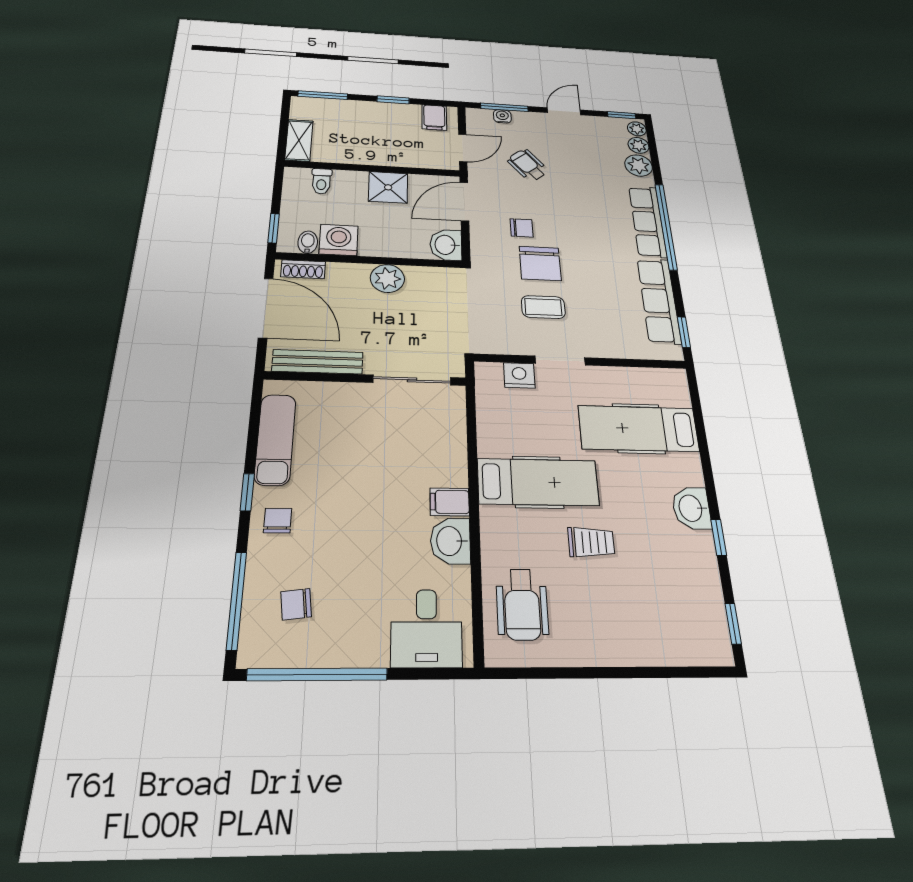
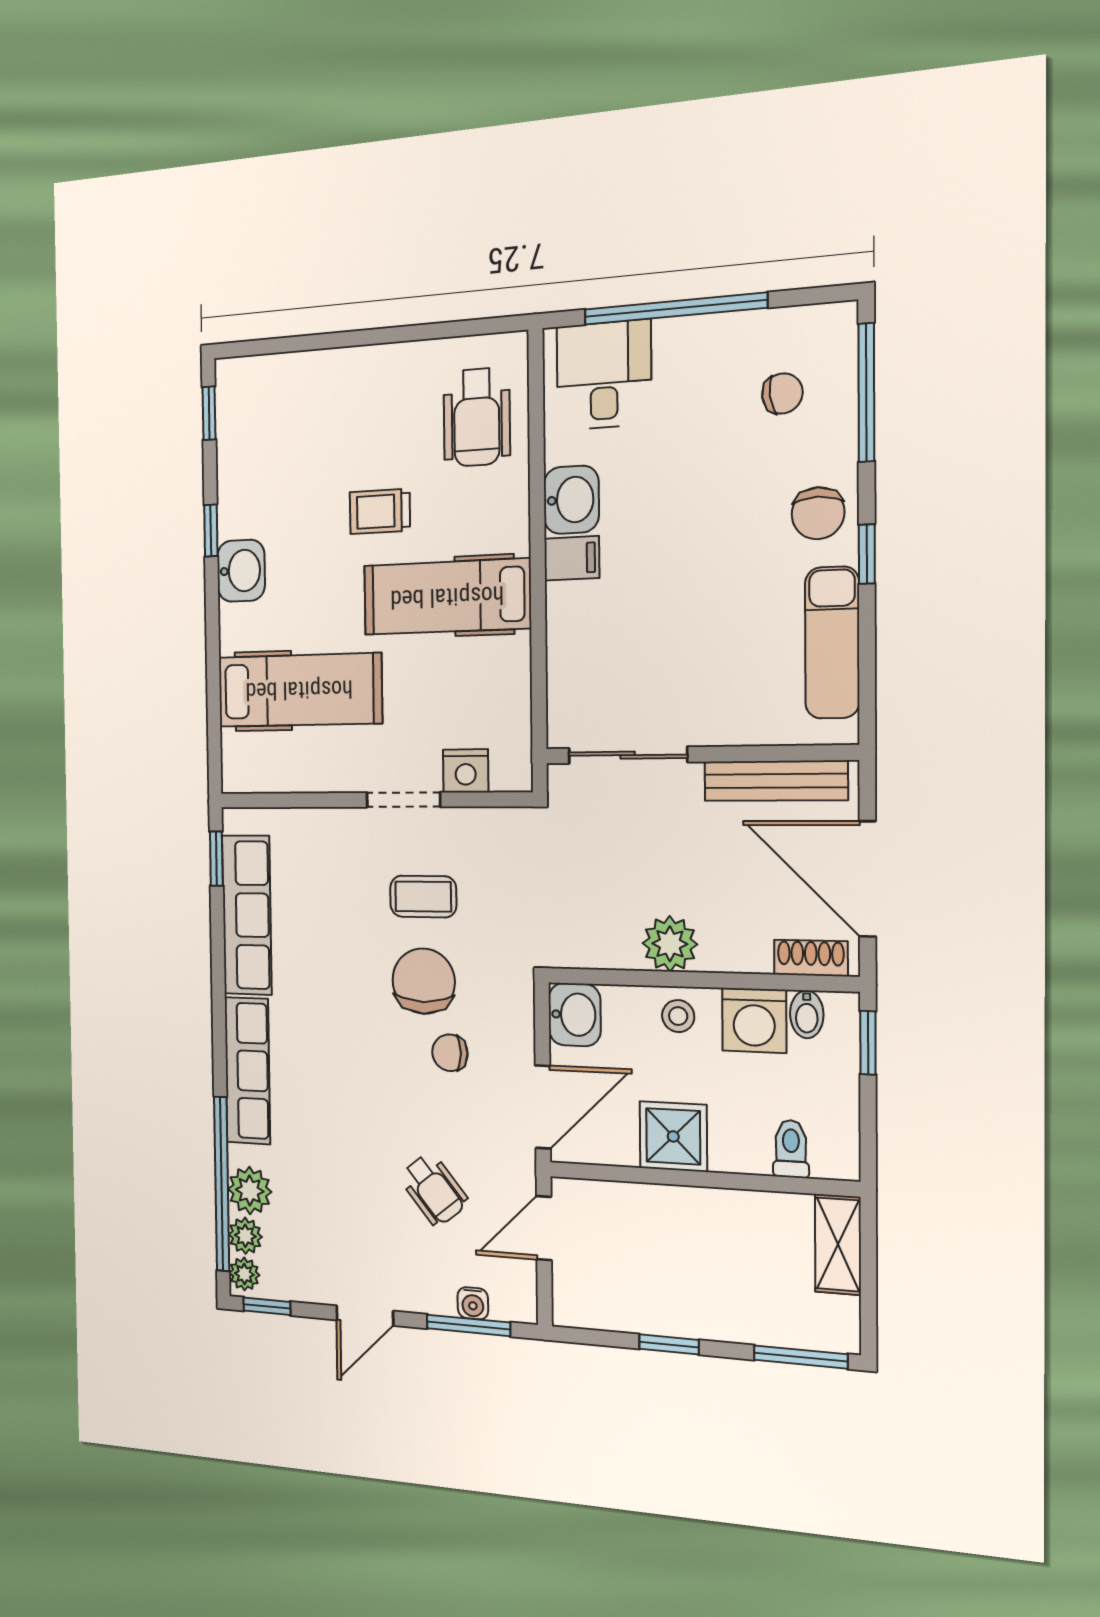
filing cabinet: (434, 117) -> (594, 1301), removed
window: (666, 226) -> (222, 1184), moved
stool: (383, 243) -> (678, 1016), added
chair: (278, 521) -> (818, 513), width x1.37, depth x1.37
wheelchair: (522, 604) -> (477, 417), turned 180
window: (317, 674) -> (675, 309), moved

